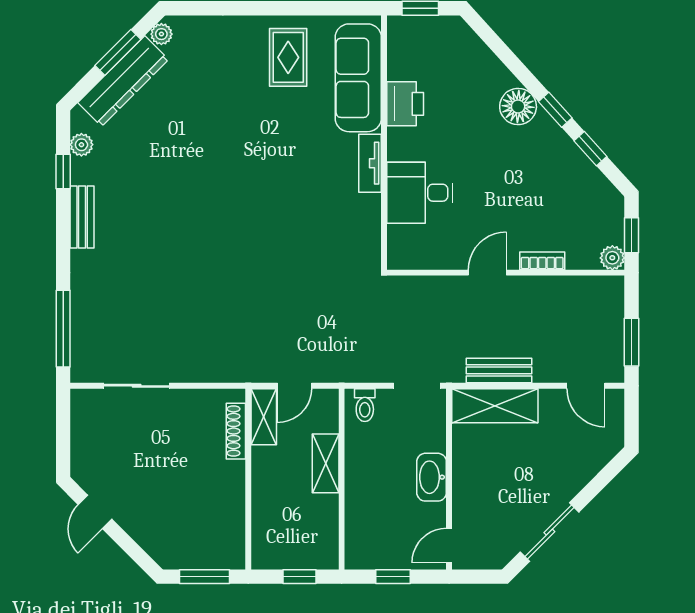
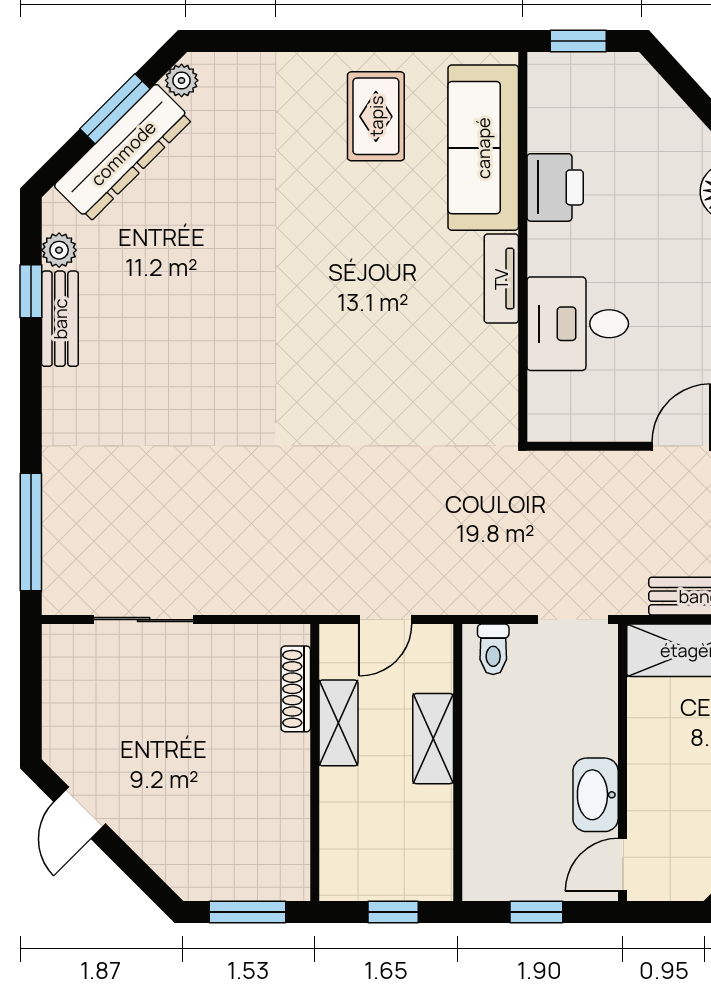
bench: (82, 217) -> (60, 319), moved
shelving: (264, 417) -> (338, 723), moved
washbasin: (432, 477) -> (596, 795), moved

